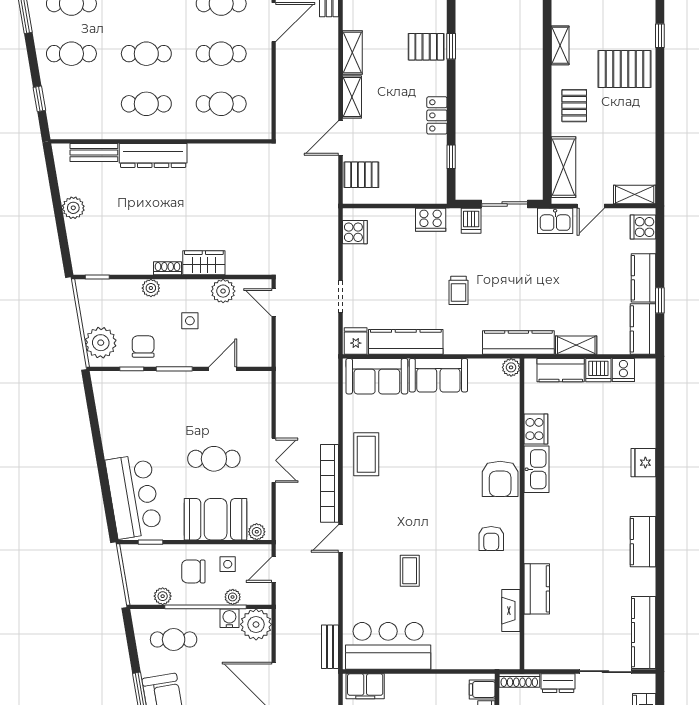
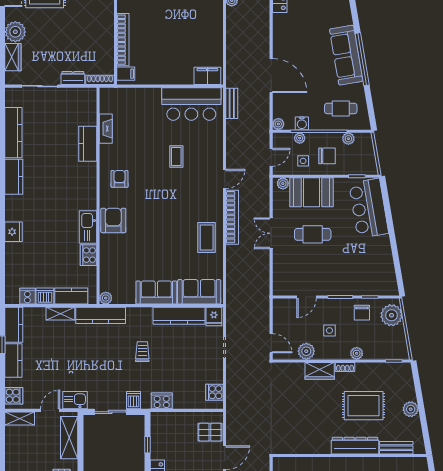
rug: (141, 213) -> (364, 406), added
plant: (256, 624) -> (278, 124), width x0.53, depth x0.53
kitchen counter: (644, 633) -> (13, 133), moved

